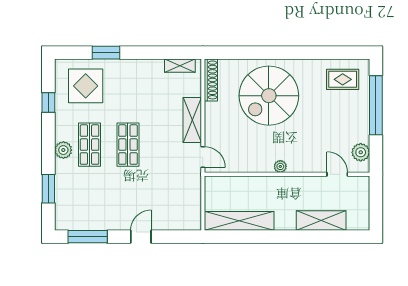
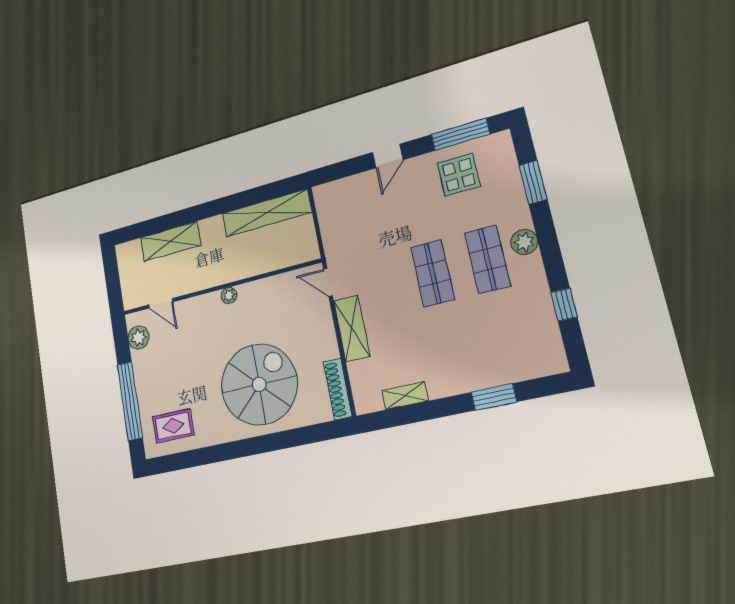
shelving: (180, 66) -> (405, 396), moved
display table: (86, 86) -> (459, 175), moved, width x0.73, depth x0.73

